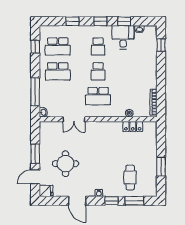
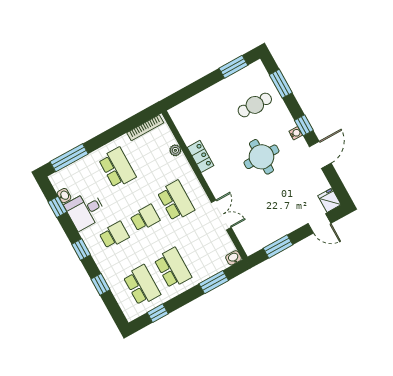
window: (124, 21) -> (57, 207), moved
window: (161, 45) -> (69, 158), width x2.17
school desk: (138, 71) -> (117, 168), added
window: (35, 92) -> (214, 282), width x0.69
locker: (133, 126) -> (201, 156), moved
window: (35, 154) -> (278, 246), moved
round table: (65, 164) -> (261, 157), moved
window: (161, 167) -> (233, 67), moved
window: (112, 201) -> (304, 125), moved

